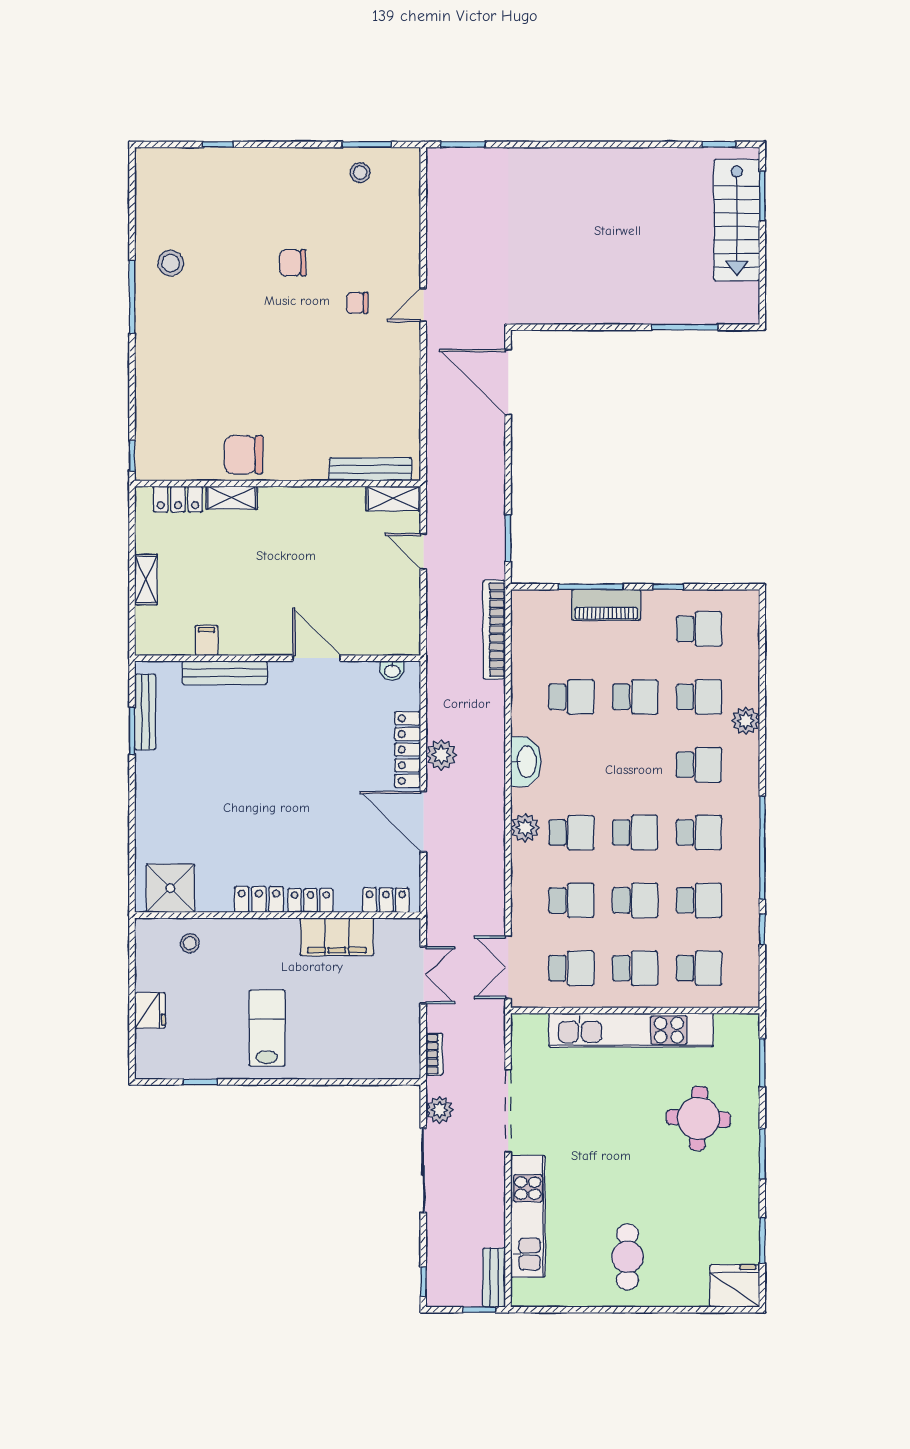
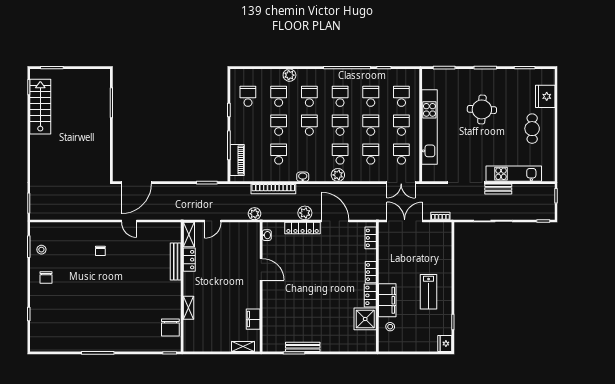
stairs: (737, 220) -> (40, 107), moved, turned -90
stool: (171, 263) -> (82, 335), removed
chair: (293, 263) -> (46, 278), moved
door: (423, 305) -> (129, 221), moved
chair: (244, 455) -> (170, 328), moved
bench: (370, 469) -> (176, 262), moved
locker: (178, 499) -> (189, 260), moved
shelving: (146, 579) -> (243, 347), moved
piano: (606, 605) -> (237, 160), moved
bookcase: (494, 630) -> (273, 189), moved
filing cabinet: (207, 640) -> (253, 319), width x2.00
door: (317, 658) -> (261, 269), swing flipped
bench: (225, 673) -> (268, 311), removed
bench: (145, 712) -> (303, 347), moved
washbasin: (526, 762) -> (303, 177), width x0.52, depth x0.69
school desk: (635, 765) -> (309, 125), added
door: (423, 822) -> (335, 221), swing flipped
shower: (170, 888) -> (365, 319), moved
filing cabinet: (337, 937) -> (387, 300), moved
double door: (423, 975) -> (405, 221), width x1.37
fridge: (150, 1011) -> (445, 344), moved, turned -90
lab bench: (267, 1028) -> (429, 292), turned -90
plant: (439, 1110) -> (255, 214), moved
round table: (698, 1118) -> (482, 109), moved
cafe table: (628, 1257) -> (532, 129), turned 90
bench: (494, 1278) -> (498, 189), moved
fridge: (735, 1286) -> (545, 96), moved

